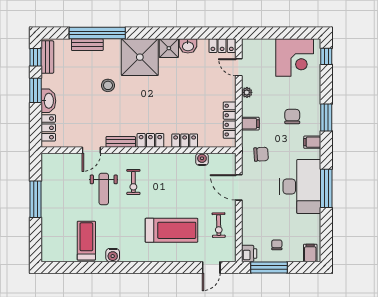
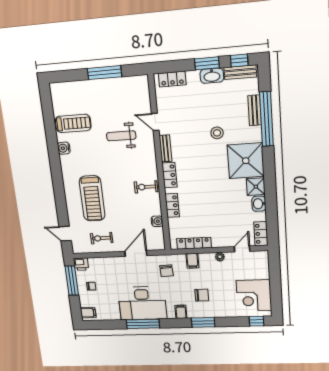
washbasin: (48, 101) -> (212, 76), moved
exercise bike: (133, 182) -> (146, 187), moved

